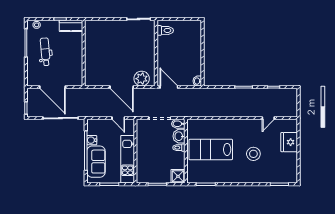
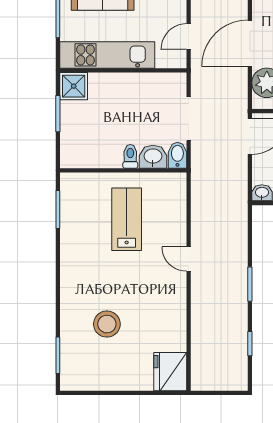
door: (268, 118) -> (189, 259), moved
fridge: (289, 142) -> (170, 372), moved, turned -90
lab bench: (211, 149) -> (127, 219), width x0.73, depth x0.72
stool: (253, 154) -> (107, 324), moved
shower: (178, 176) -> (74, 86), moved

